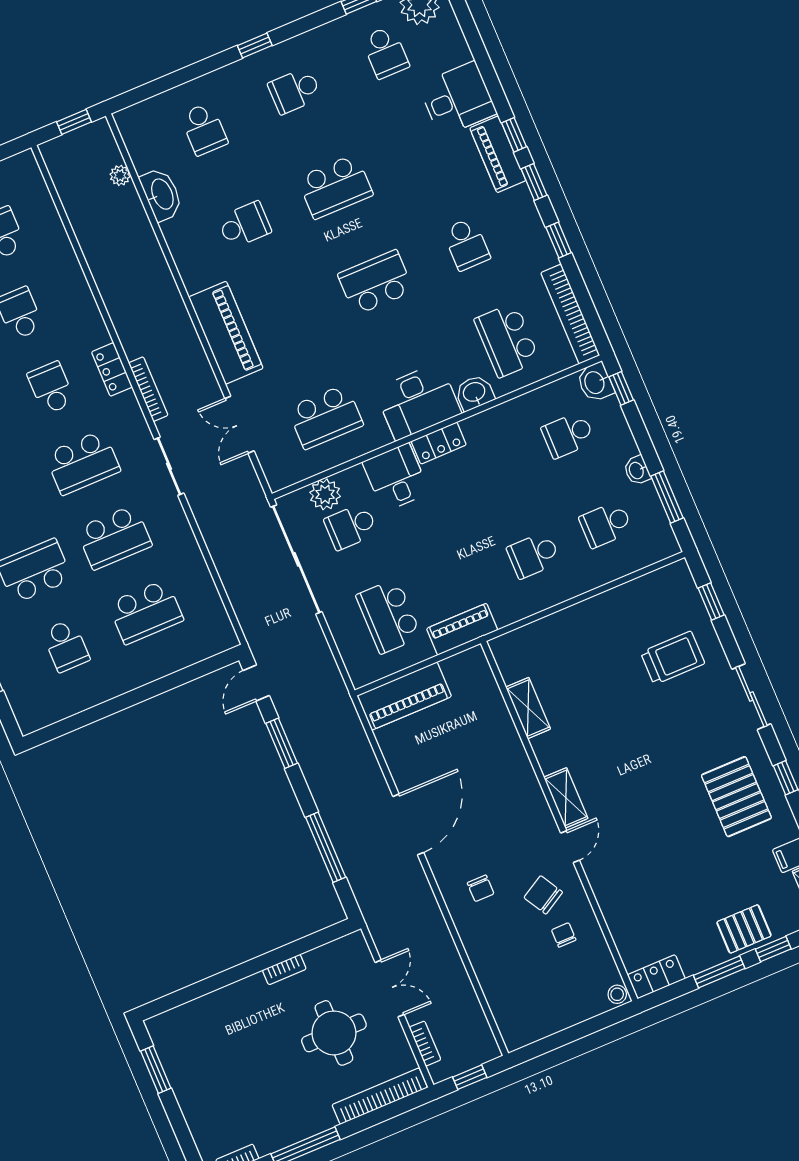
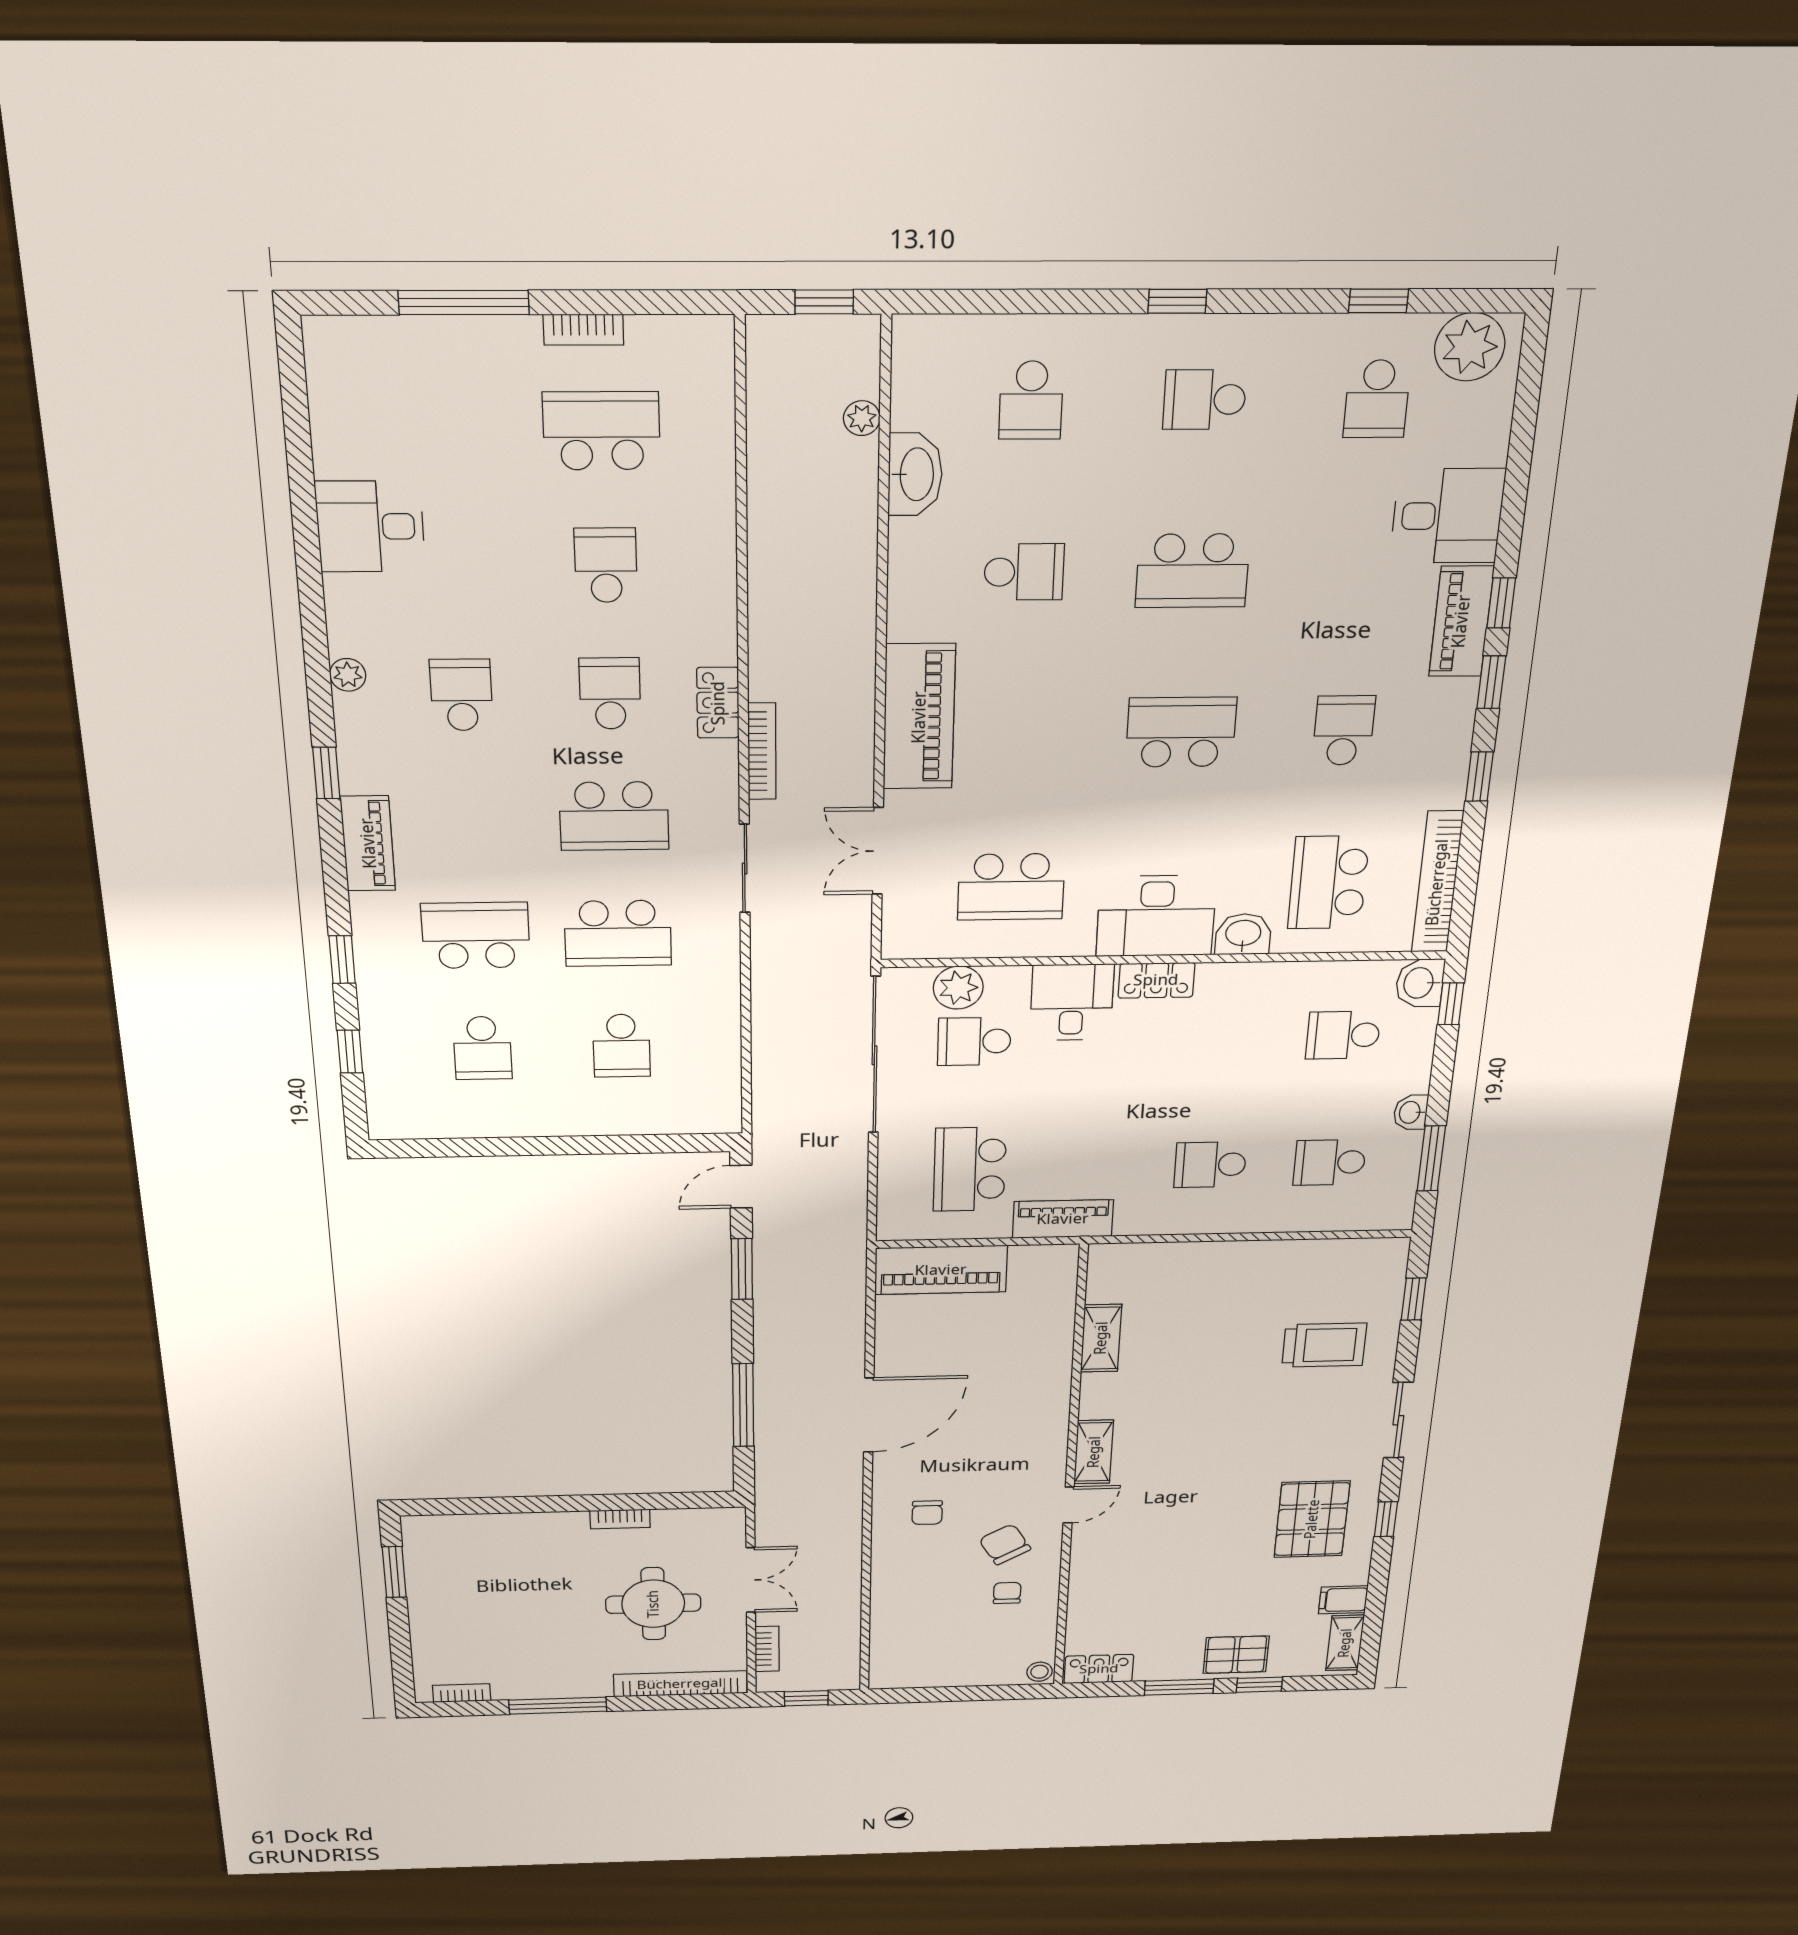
school desk: (466, 244) -> (1344, 730), turned 180
school desk: (146, 612) -> (621, 1046), width x0.54

